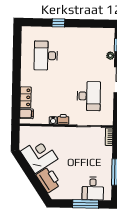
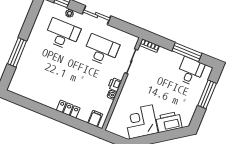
window: (58, 23) -> (17, 52), width x2.17
desk: (46, 56) -> (62, 34), moved, turned 180
locker: (26, 97) -> (68, 109), moved
desk: (93, 189) -> (190, 71), moved, turned -90

